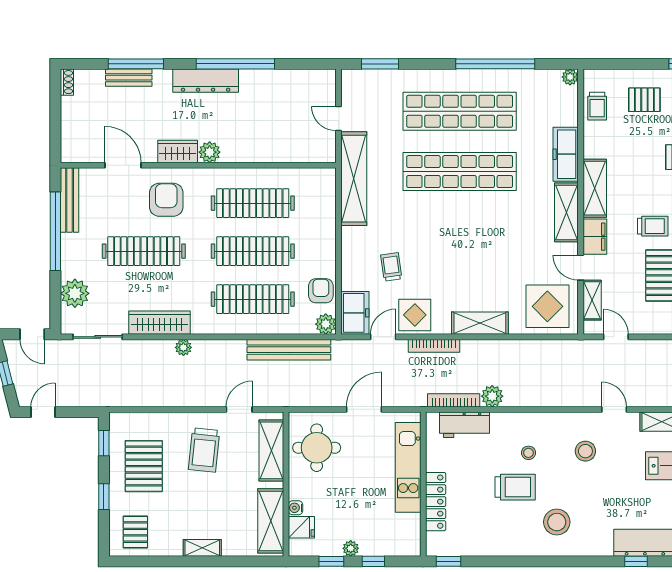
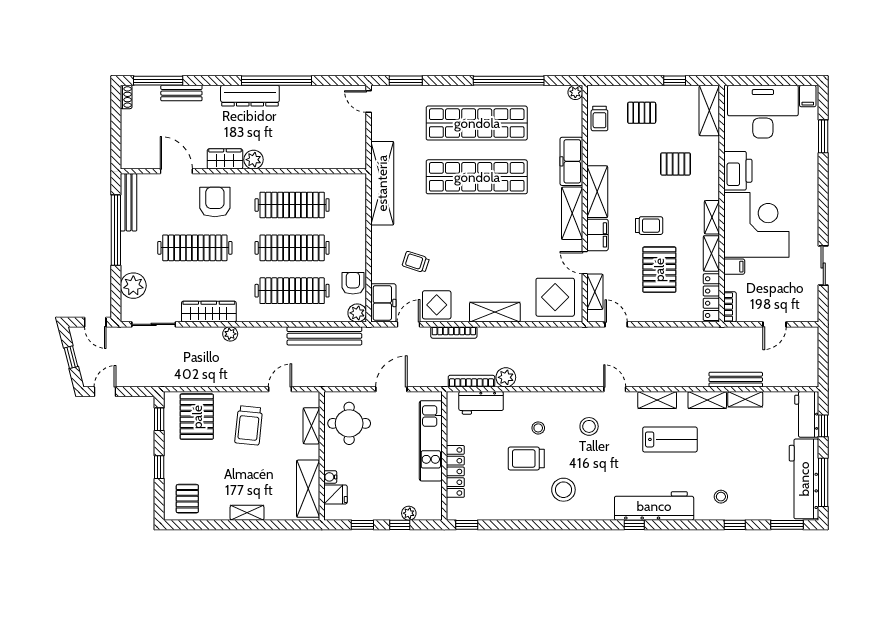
window: (136, 64) -> (158, 81), moved
door: (339, 119) -> (369, 101), moved
trolley: (391, 267) -> (416, 262), turned -64
shelving: (271, 450) -> (311, 426), width x0.67, depth x0.75
pallet: (144, 466) -> (197, 417), moved
trolley: (515, 487) -> (526, 459), turned 180
plant: (351, 548) -> (409, 513), moved

